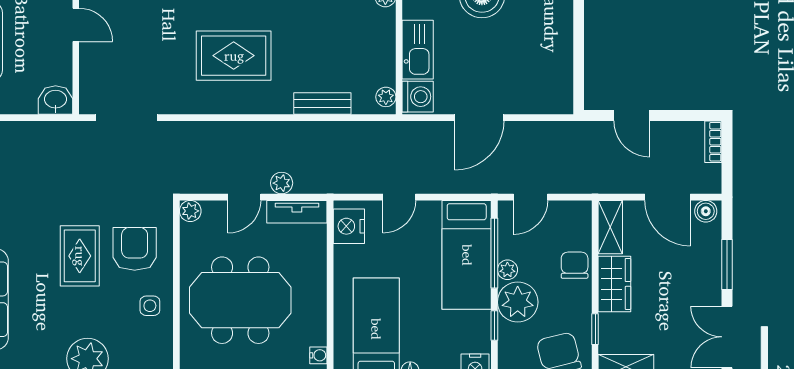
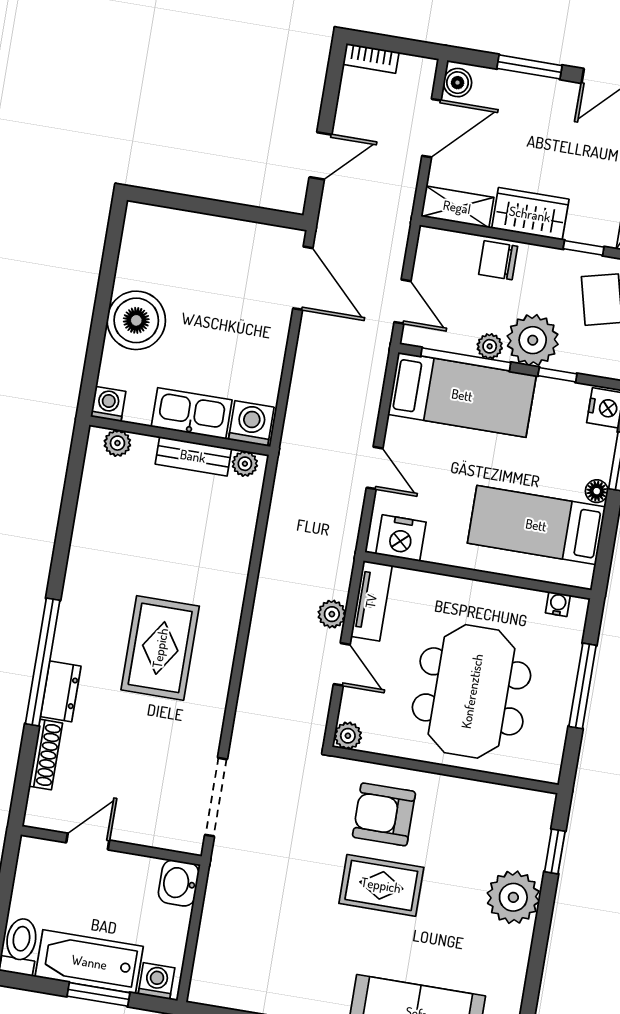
bench: (322, 104) -> (193, 456), moved, turned 90
door: (479, 118) -> (303, 278), moved
side table: (150, 306) -> (459, 807), removed

